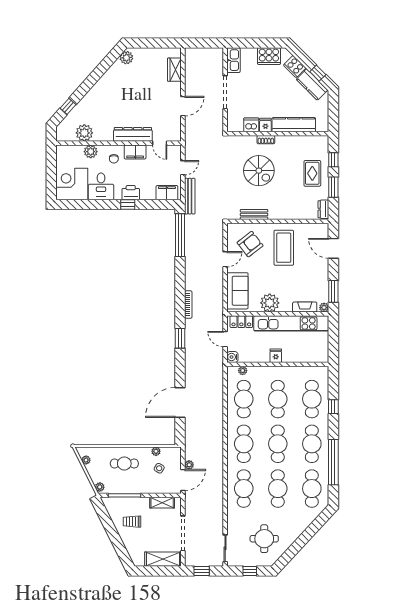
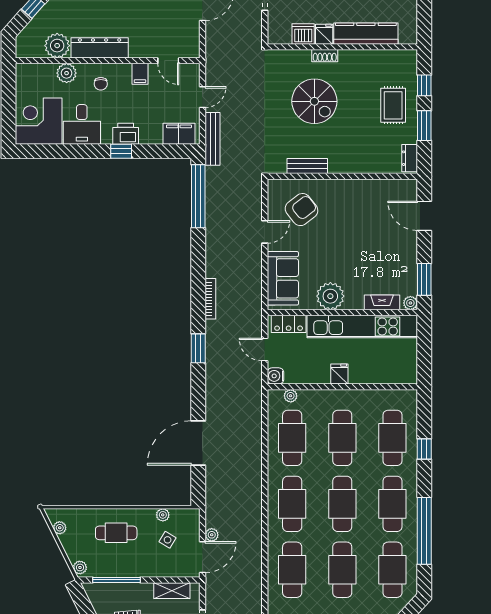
dresser: (133, 134) -> (100, 48), moved
filing cabinet: (135, 152) -> (140, 74), width x0.50
coffee table: (284, 248) -> (351, 215), removed

